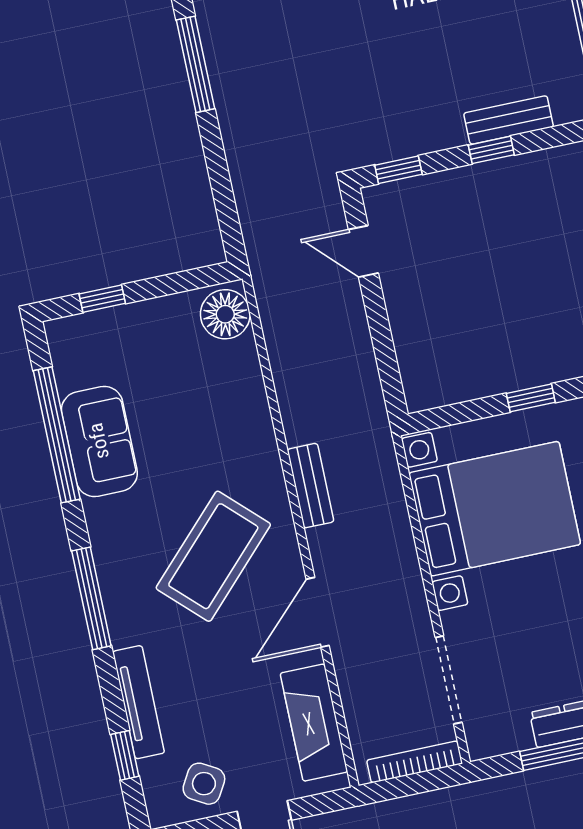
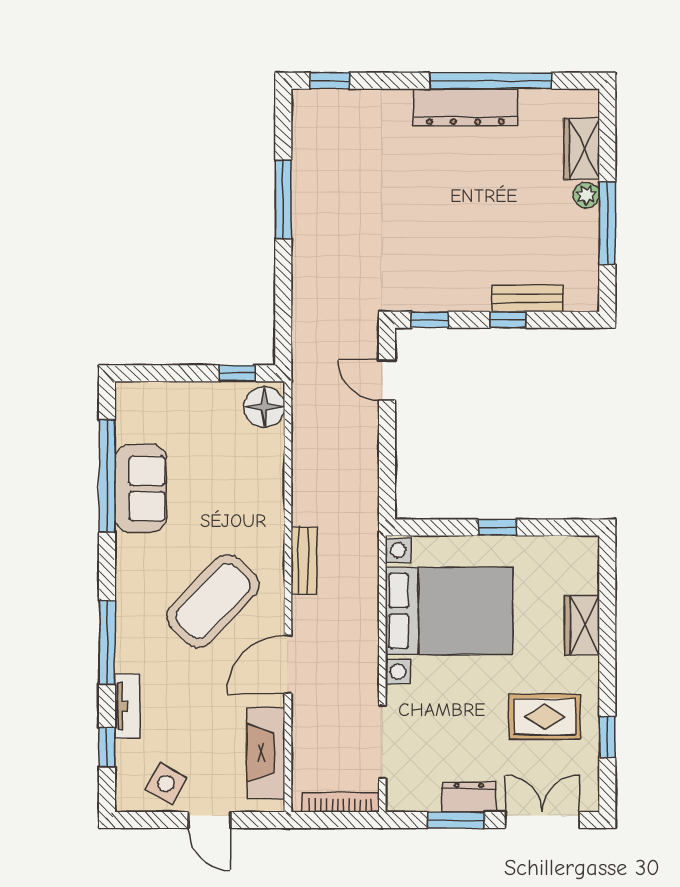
window: (102, 299) -> (237, 373), moved
window: (91, 598) -> (107, 643), moved
tv unit: (139, 702) -> (127, 706), width x0.71

